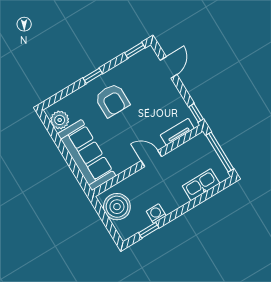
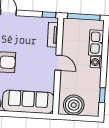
door: (151, 159) -> (58, 63), swing flipped
washing machine: (156, 214) -> (96, 62), moved

